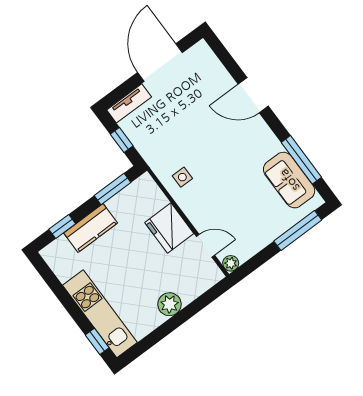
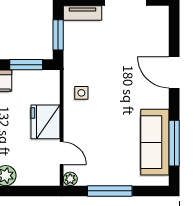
window: (122, 140) -> (58, 35), width x1.50
sofa: (289, 180) -> (155, 142), width x1.36
window: (298, 231) -> (110, 191), moved

